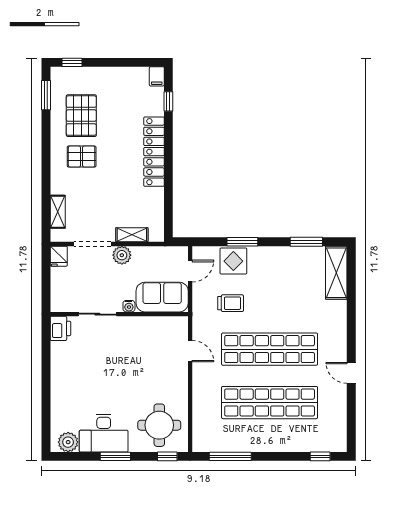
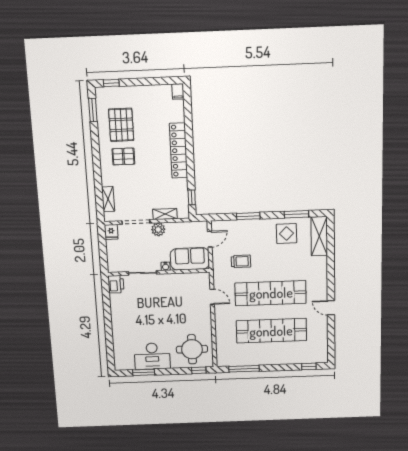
window: (168, 101) -> (192, 197), moved
display table: (233, 261) -> (286, 234), moved
plant: (68, 442) -> (127, 363), removed
window: (115, 456) -> (144, 372), moved

